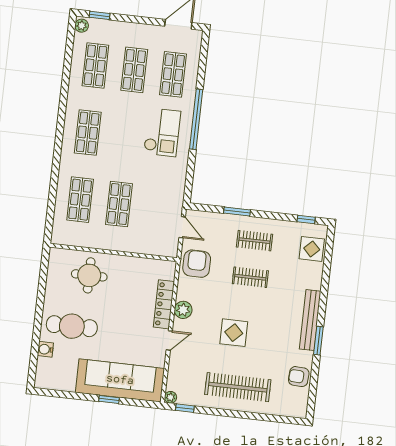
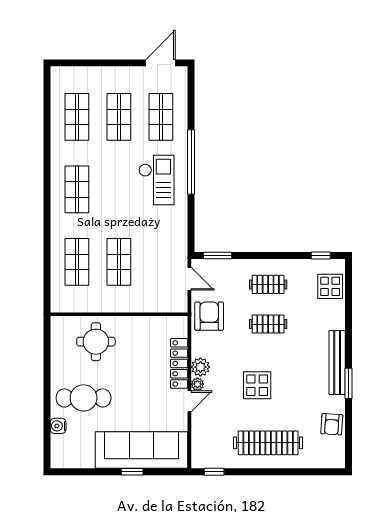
window: (100, 15) -> (75, 63), removed
plant: (82, 26) -> (57, 76), removed
window: (237, 212) -> (217, 256), moved
armchair: (299, 377) -> (332, 424), turned -89
plant: (170, 397) -> (197, 384), moved

